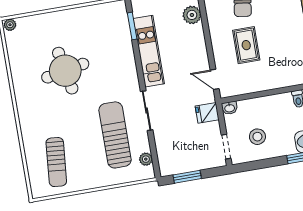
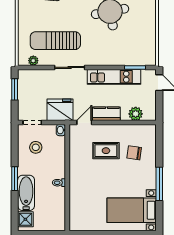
kitchen counter: (198, 53) -> (106, 114), added
fridge: (207, 113) -> (60, 110), width x1.88, depth x1.34
sun lounger: (115, 135) -> (55, 41), turned 180

